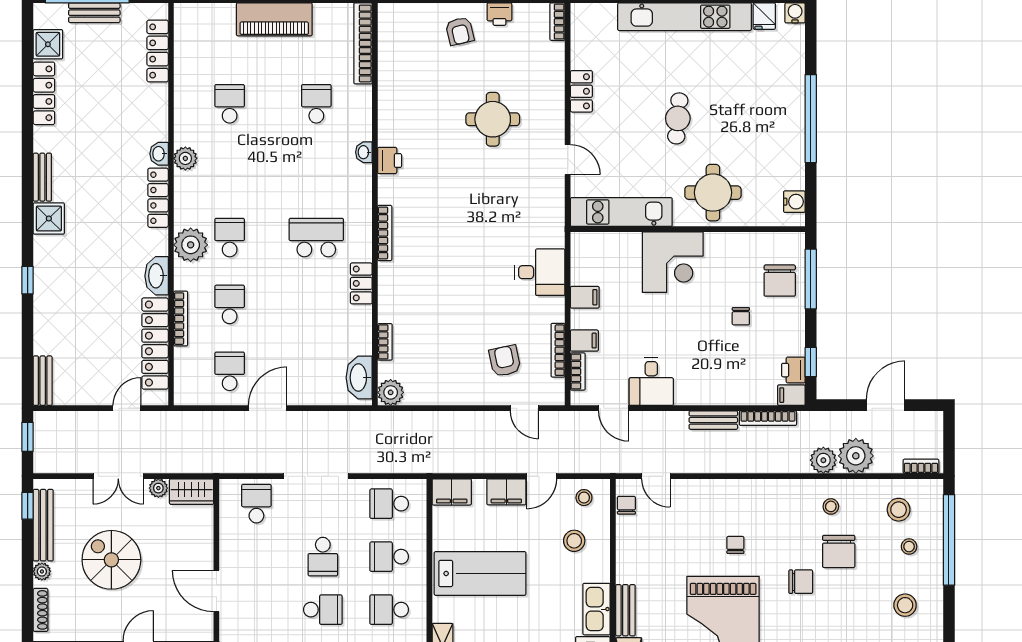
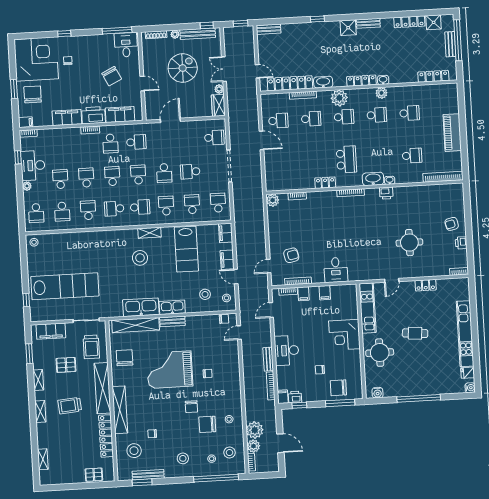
school desk: (230, 171) -> (377, 115), added
washbasin: (359, 378) -> (373, 179), moved
desk: (651, 382) -> (287, 350), moved, width x1.37
plant: (823, 460) -> (253, 446), moved

